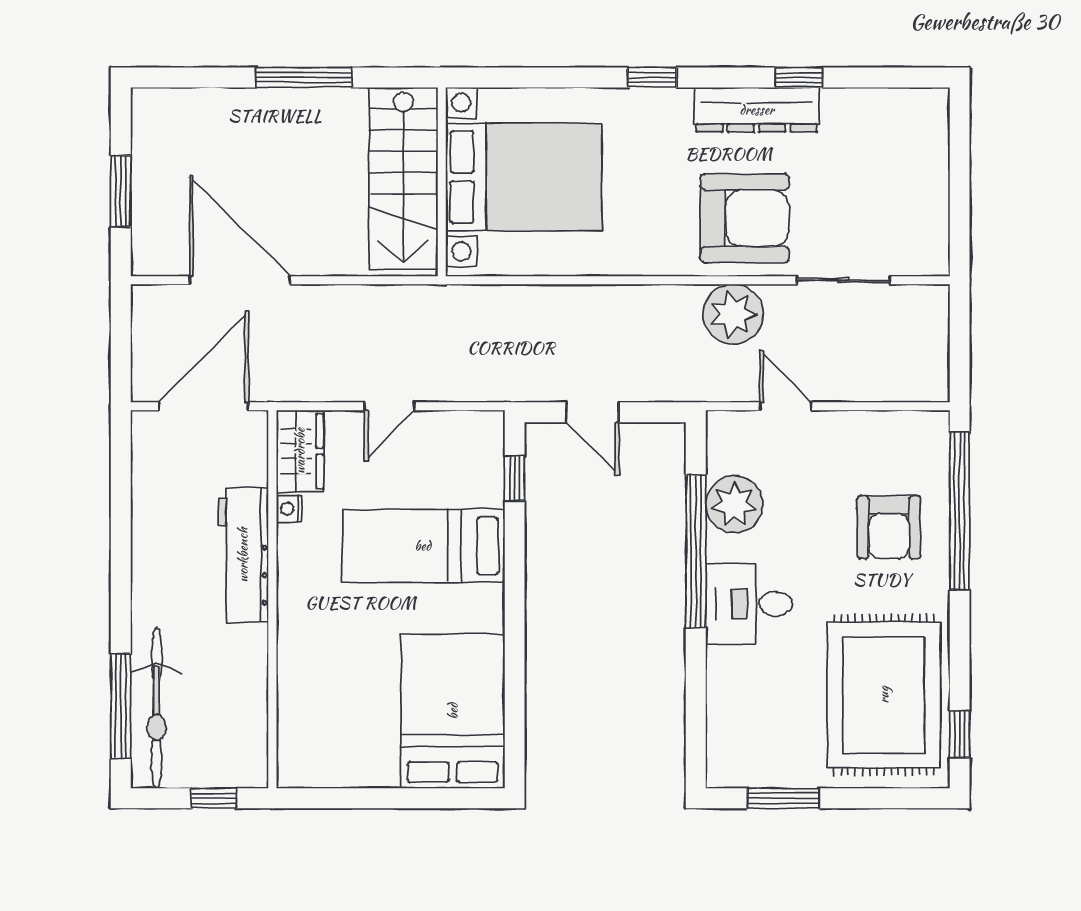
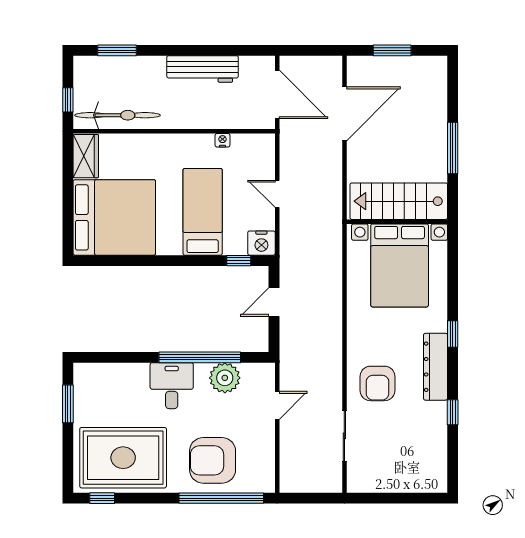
dresser: (757, 110) -> (436, 367), moved
armchair: (745, 218) -> (378, 383), width x0.73, depth x0.73
plant: (733, 314) -> (326, 377), removed
nightstand: (482, 436) -> (261, 243), added
wardrobe: (300, 451) -> (86, 156), moved, turned -90
armchair: (889, 527) -> (213, 460), width x1.36, depth x1.36
workbench: (243, 555) -> (203, 69), moved, turned 180
window: (121, 706) -> (117, 50), width x0.69
bicycle: (157, 708) -> (117, 115), moved, turned 180
bed: (453, 711) -> (114, 217), width x1.36

